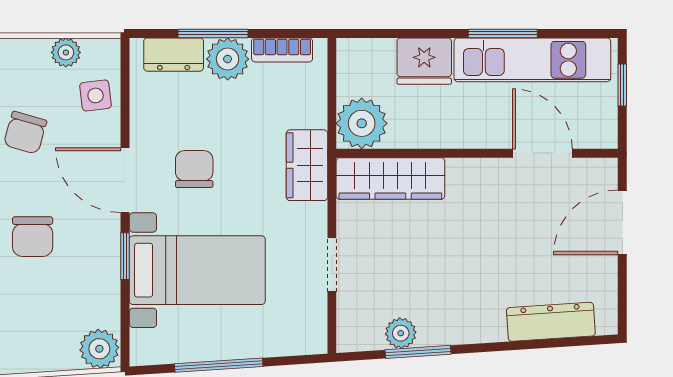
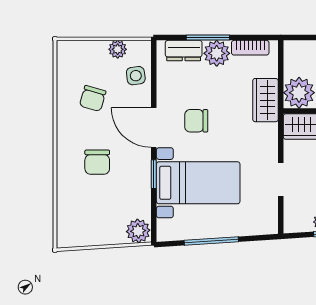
wardrobe: (307, 165) -> (265, 100), moved
chair: (194, 169) -> (196, 121), turned -90

